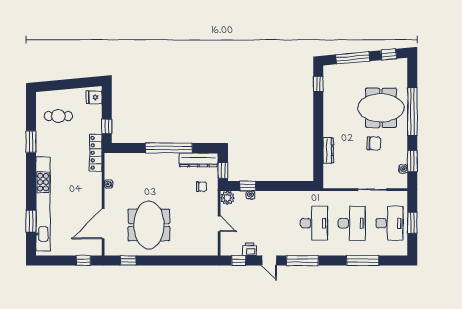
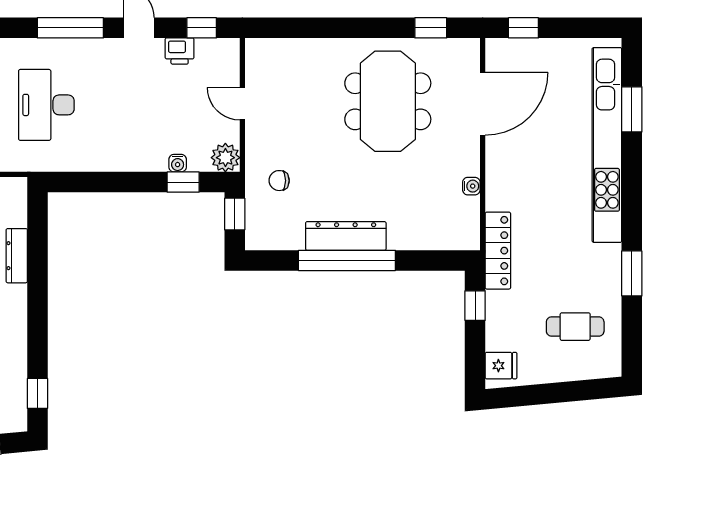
dresser: (199, 160) -> (346, 236), moved

